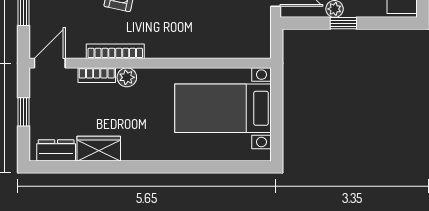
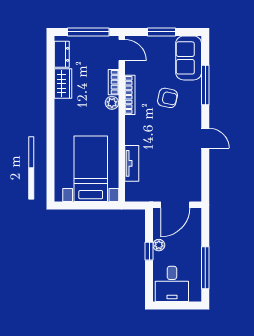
tv unit: (215, 48) -> (132, 163), added
window: (23, 112) -> (88, 32), width x2.17

